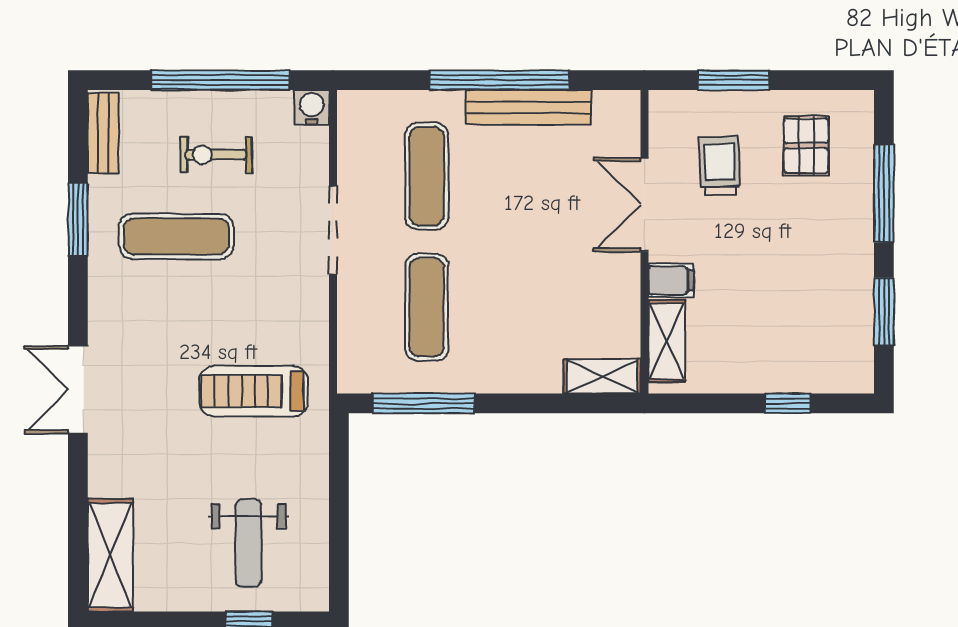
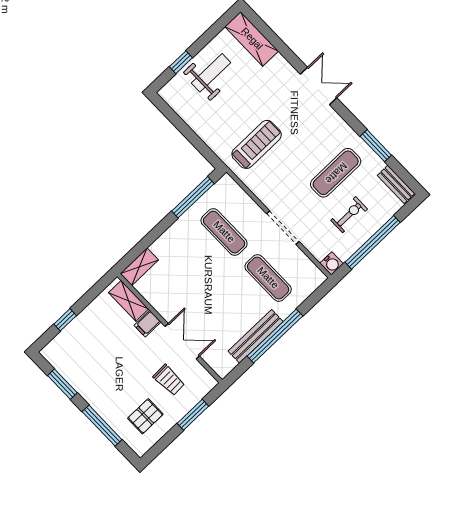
pallet: (806, 146) -> (145, 416), turned 90
weight bench: (248, 543) -> (211, 73), moved, turned 90

